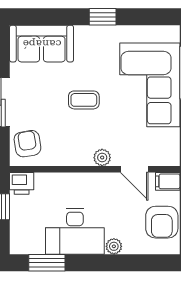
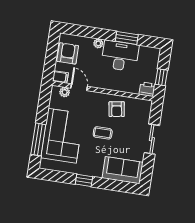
armchair: (27, 144) -> (117, 109), moved
plant: (102, 158) -> (65, 92), moved
window: (47, 263) -> (127, 38), moved

